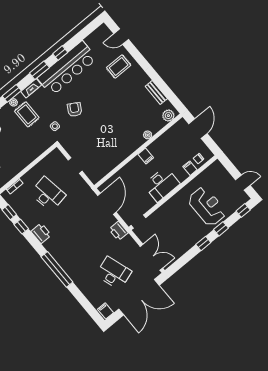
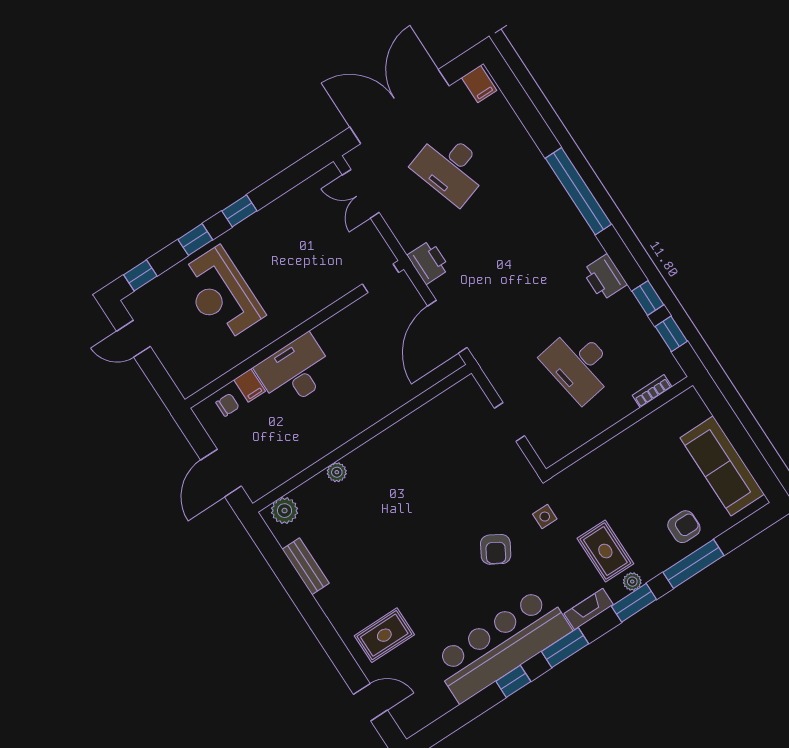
filing cabinet: (146, 156) -> (347, 425), removed
desk: (162, 184) -> (295, 371), moved
double door: (151, 257) -> (361, 194), width x0.73

